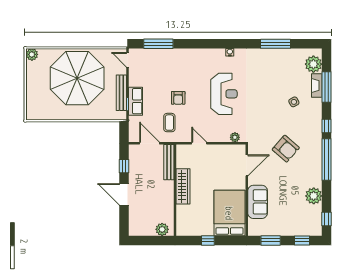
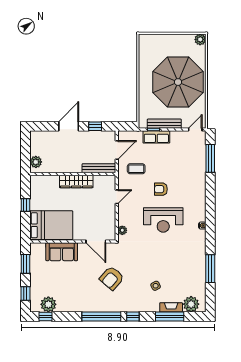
armchair: (178, 98) -> (161, 189), moved
plant: (314, 196) -> (48, 304), moved

